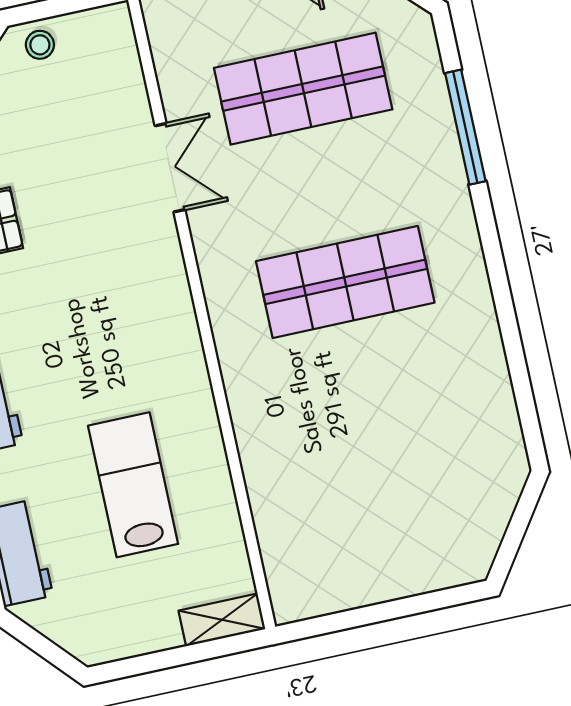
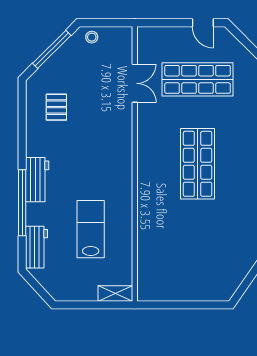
double door: (170, 168) -> (135, 83), moved
shop shelf: (345, 282) -> (198, 164), turned 90

